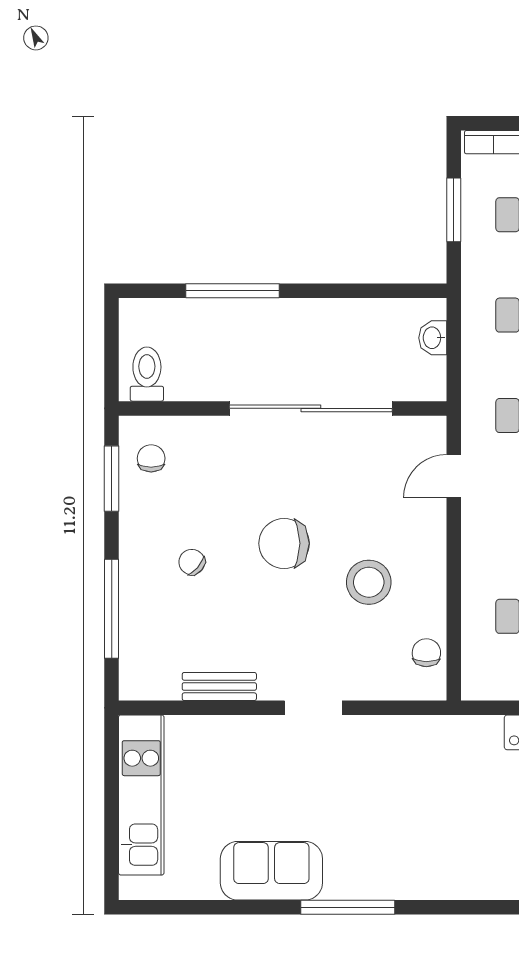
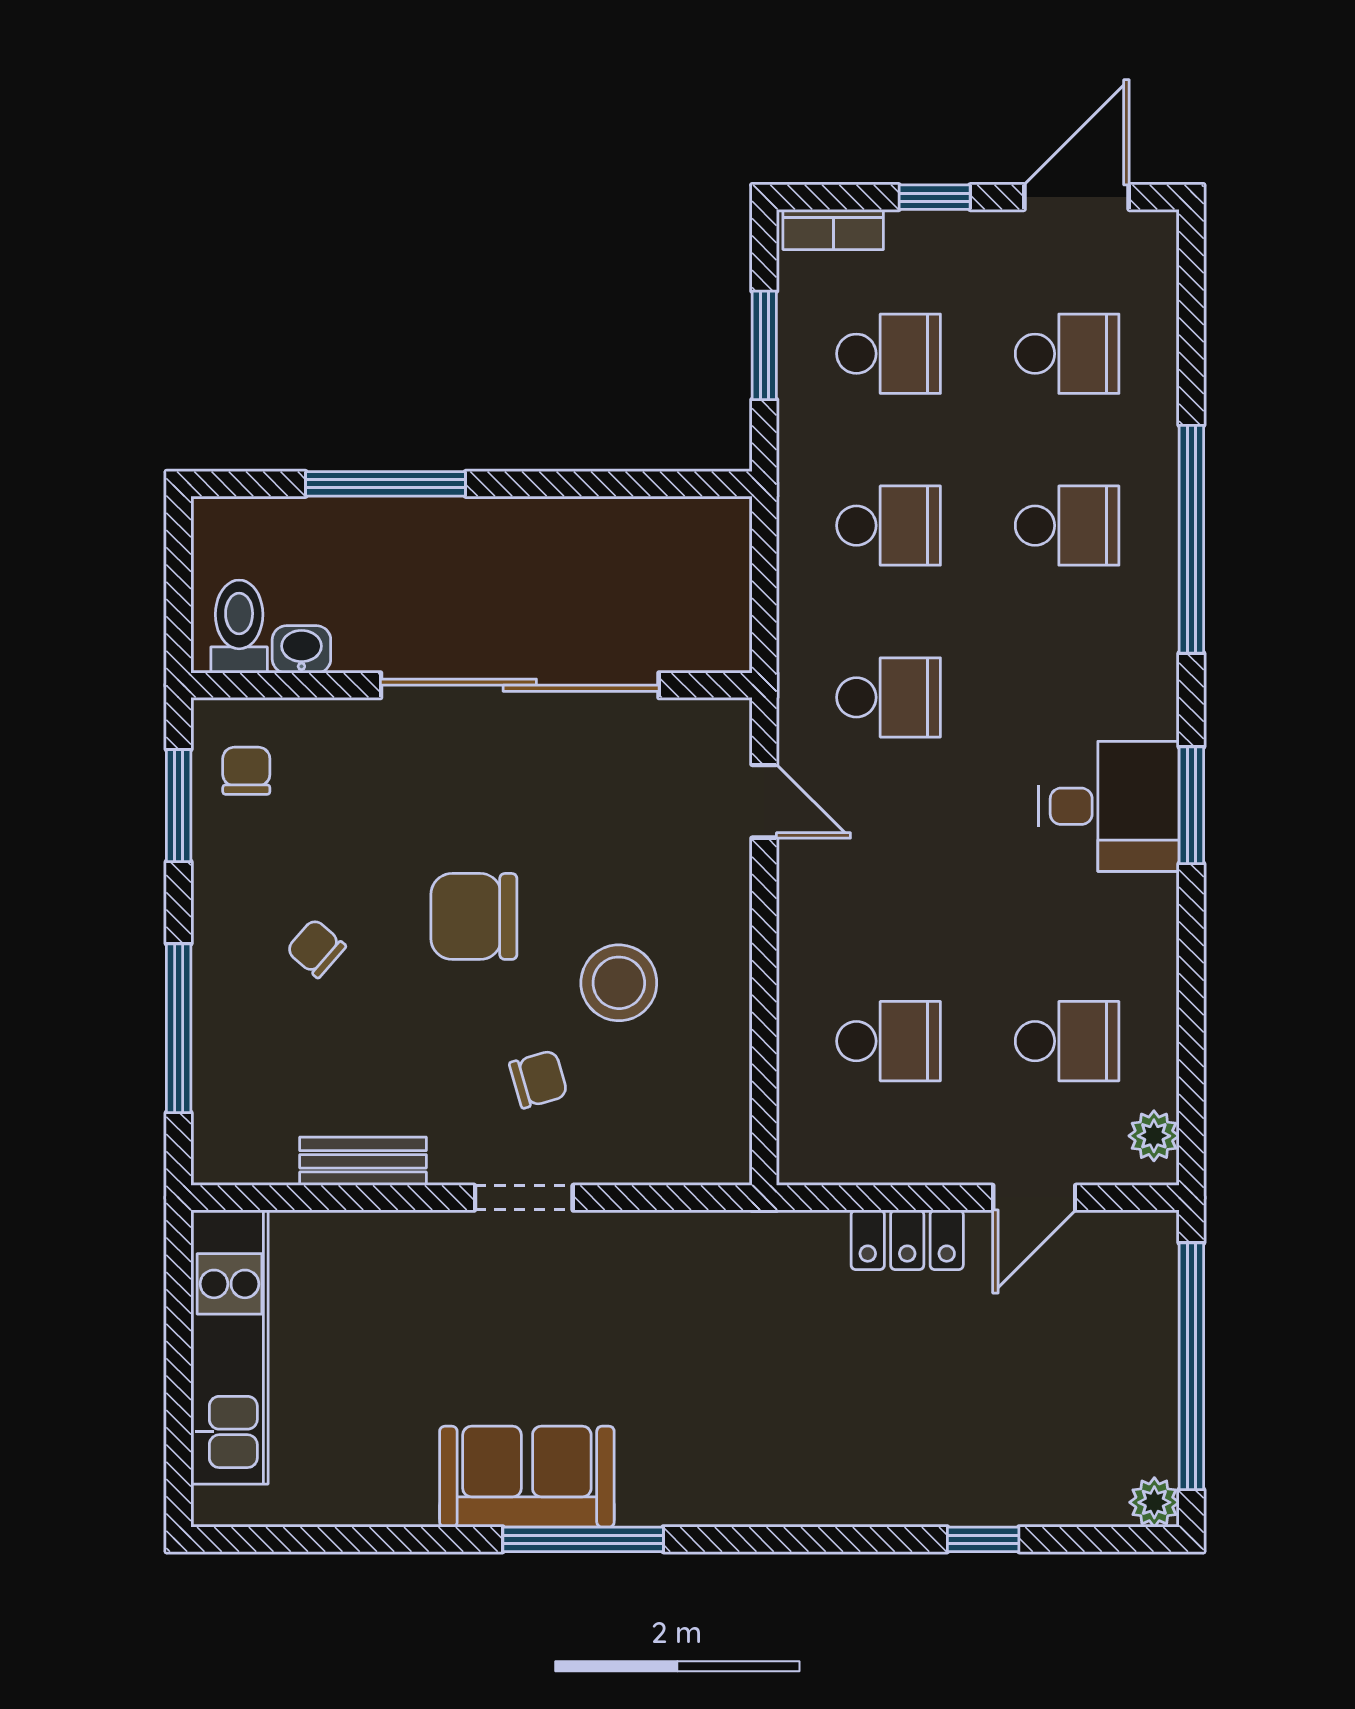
washbasin: (433, 338) -> (301, 649), moved, turned 90
door: (454, 476) -> (764, 801), swing flipped
chair: (426, 653) -> (538, 1079), moved, turned 73
sofa: (271, 871) -> (527, 1477), moved

